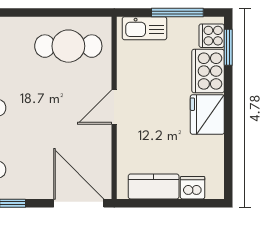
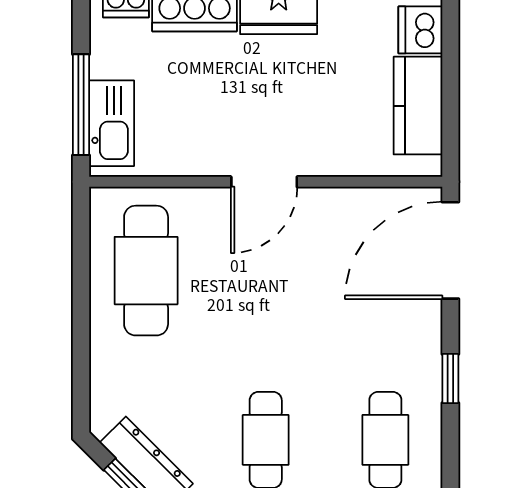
window: (177, 12) -> (81, 105), moved
door: (114, 107) -> (264, 182), hinge flipped

